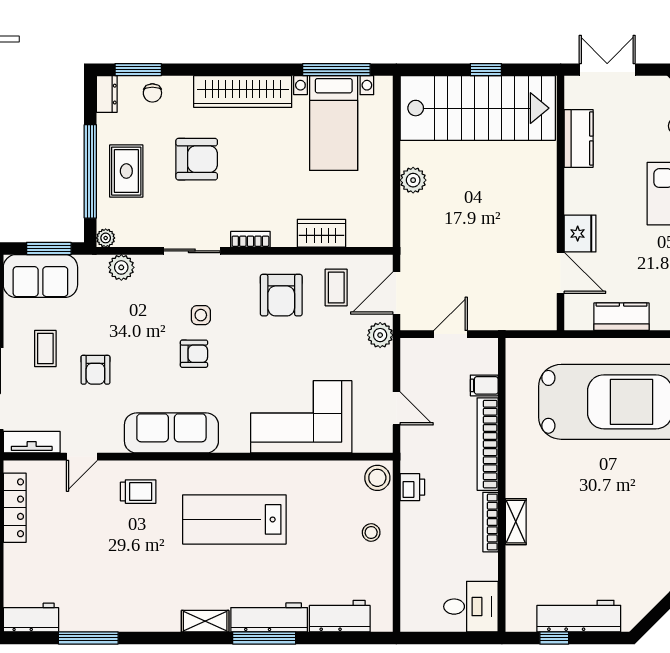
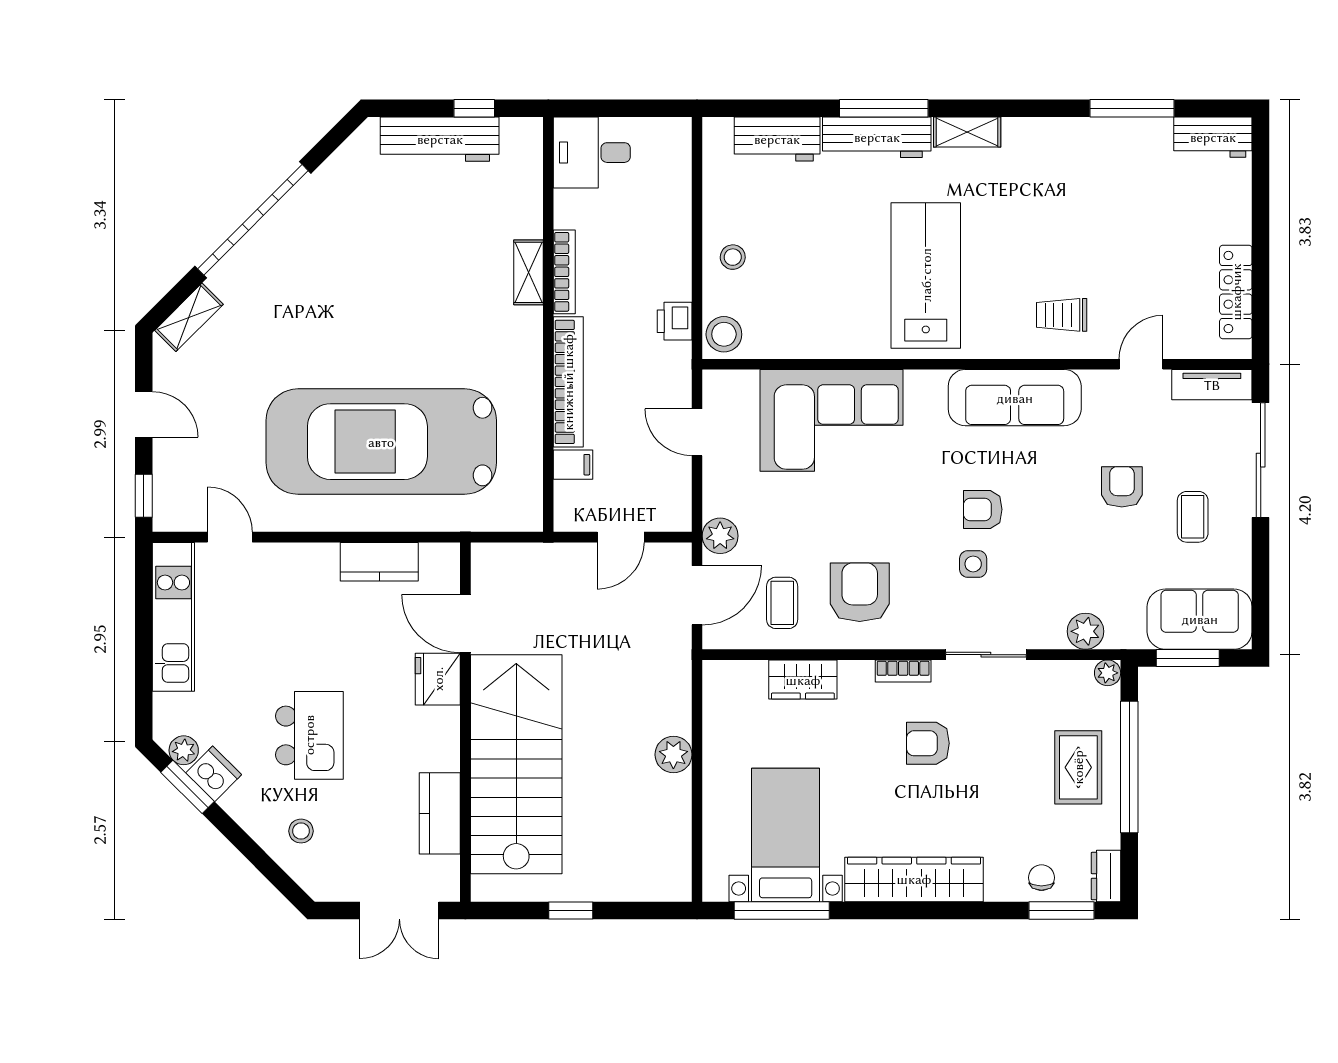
stairs: (478, 108) -> (516, 764), moved, turned 90
armchair: (197, 159) -> (928, 743), moved, width x0.72, depth x0.72
lab bench: (234, 519) -> (926, 275), turned -90

